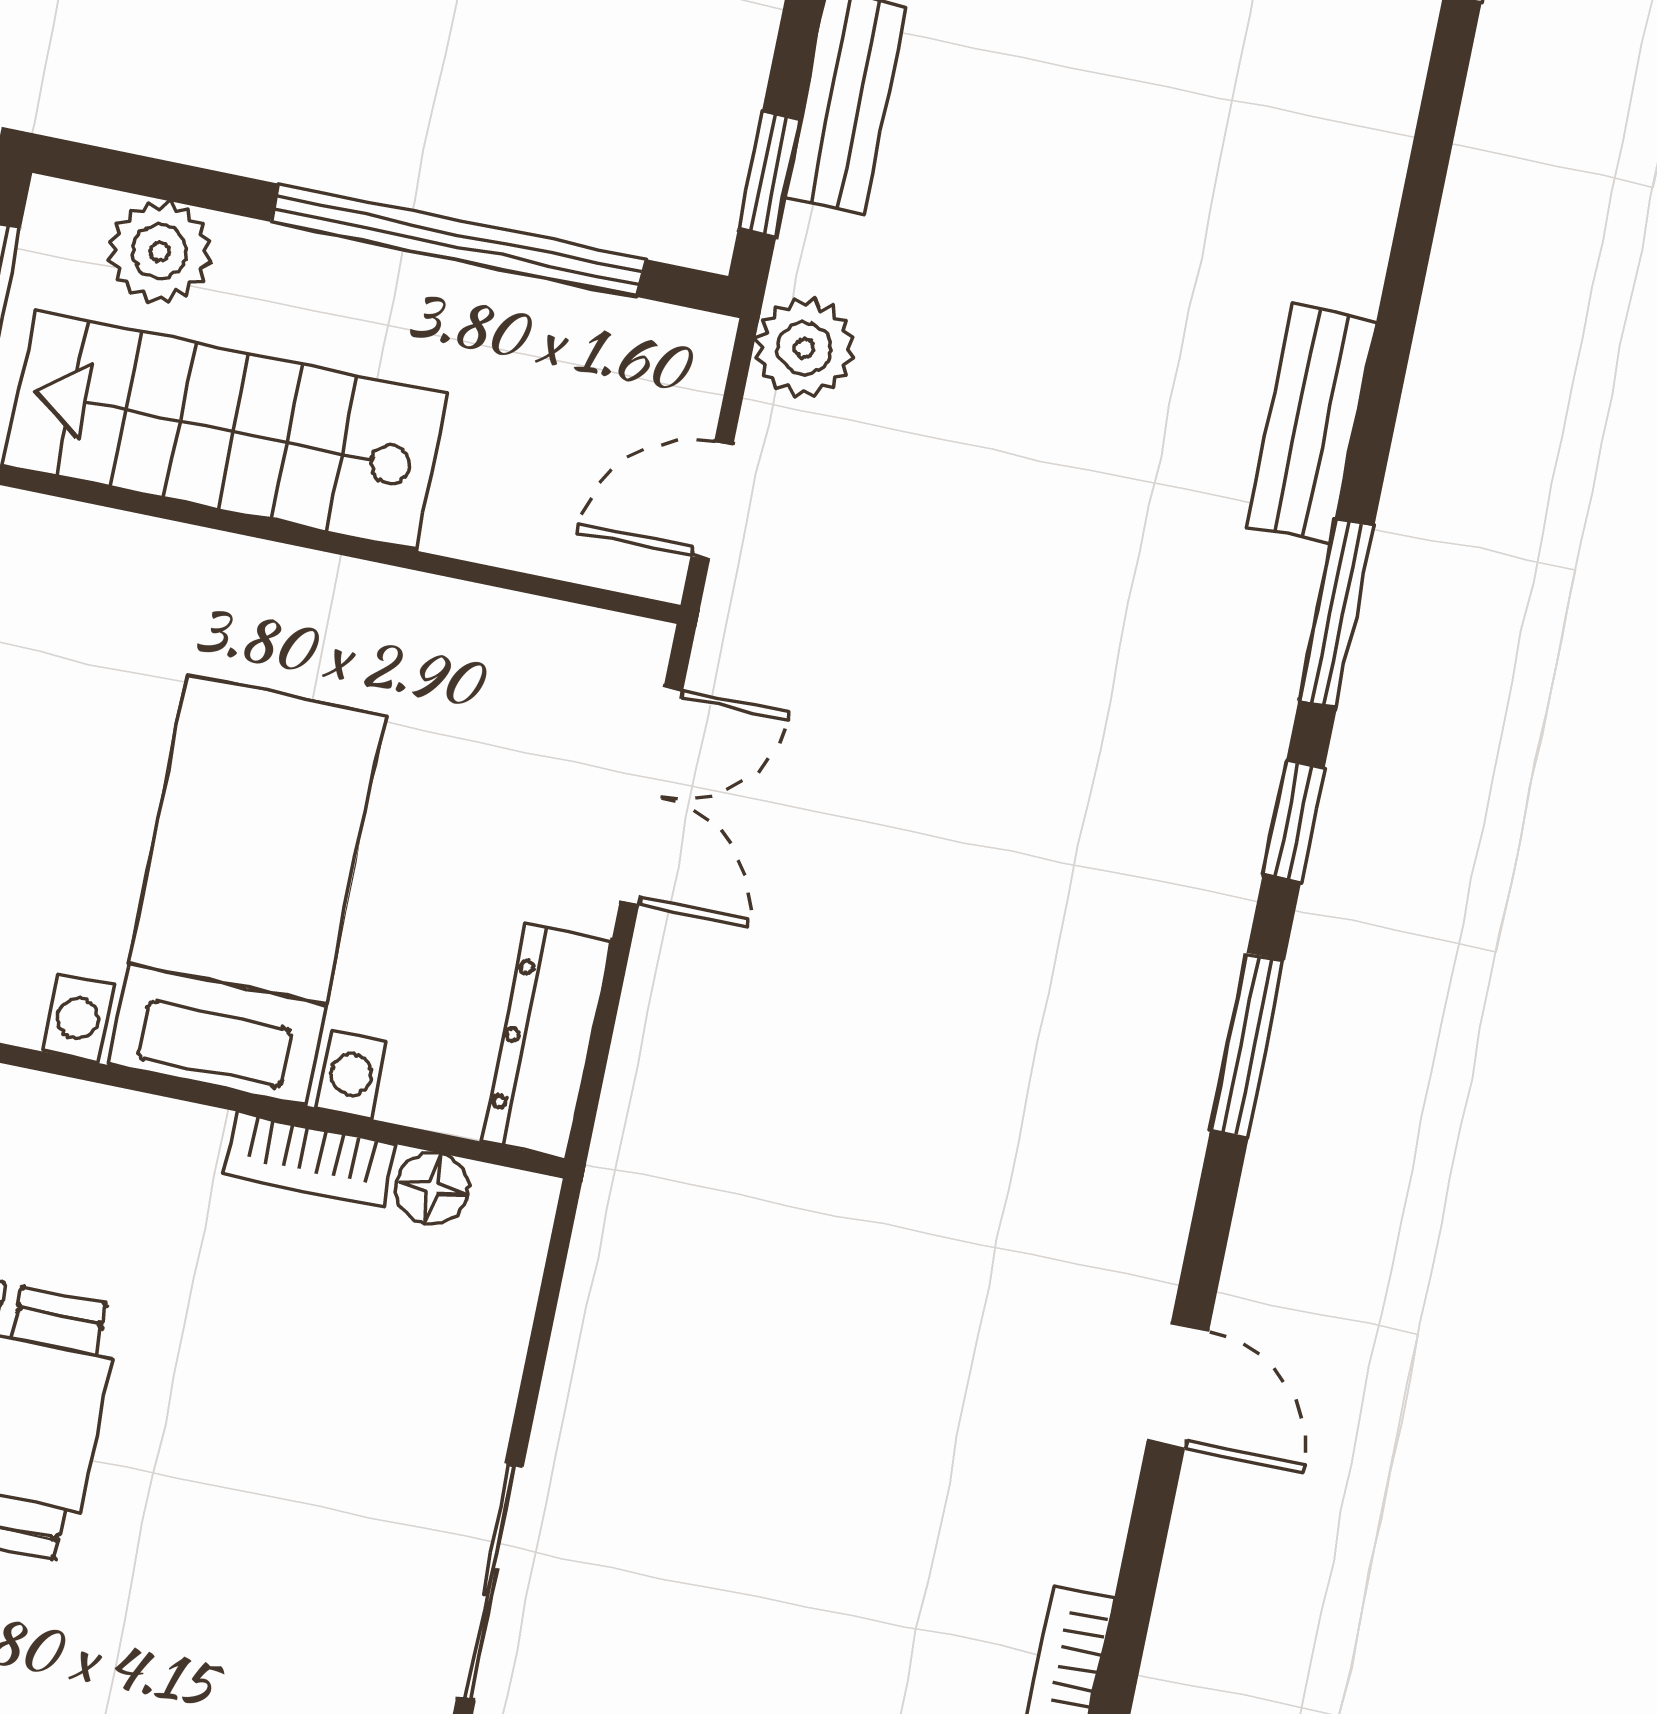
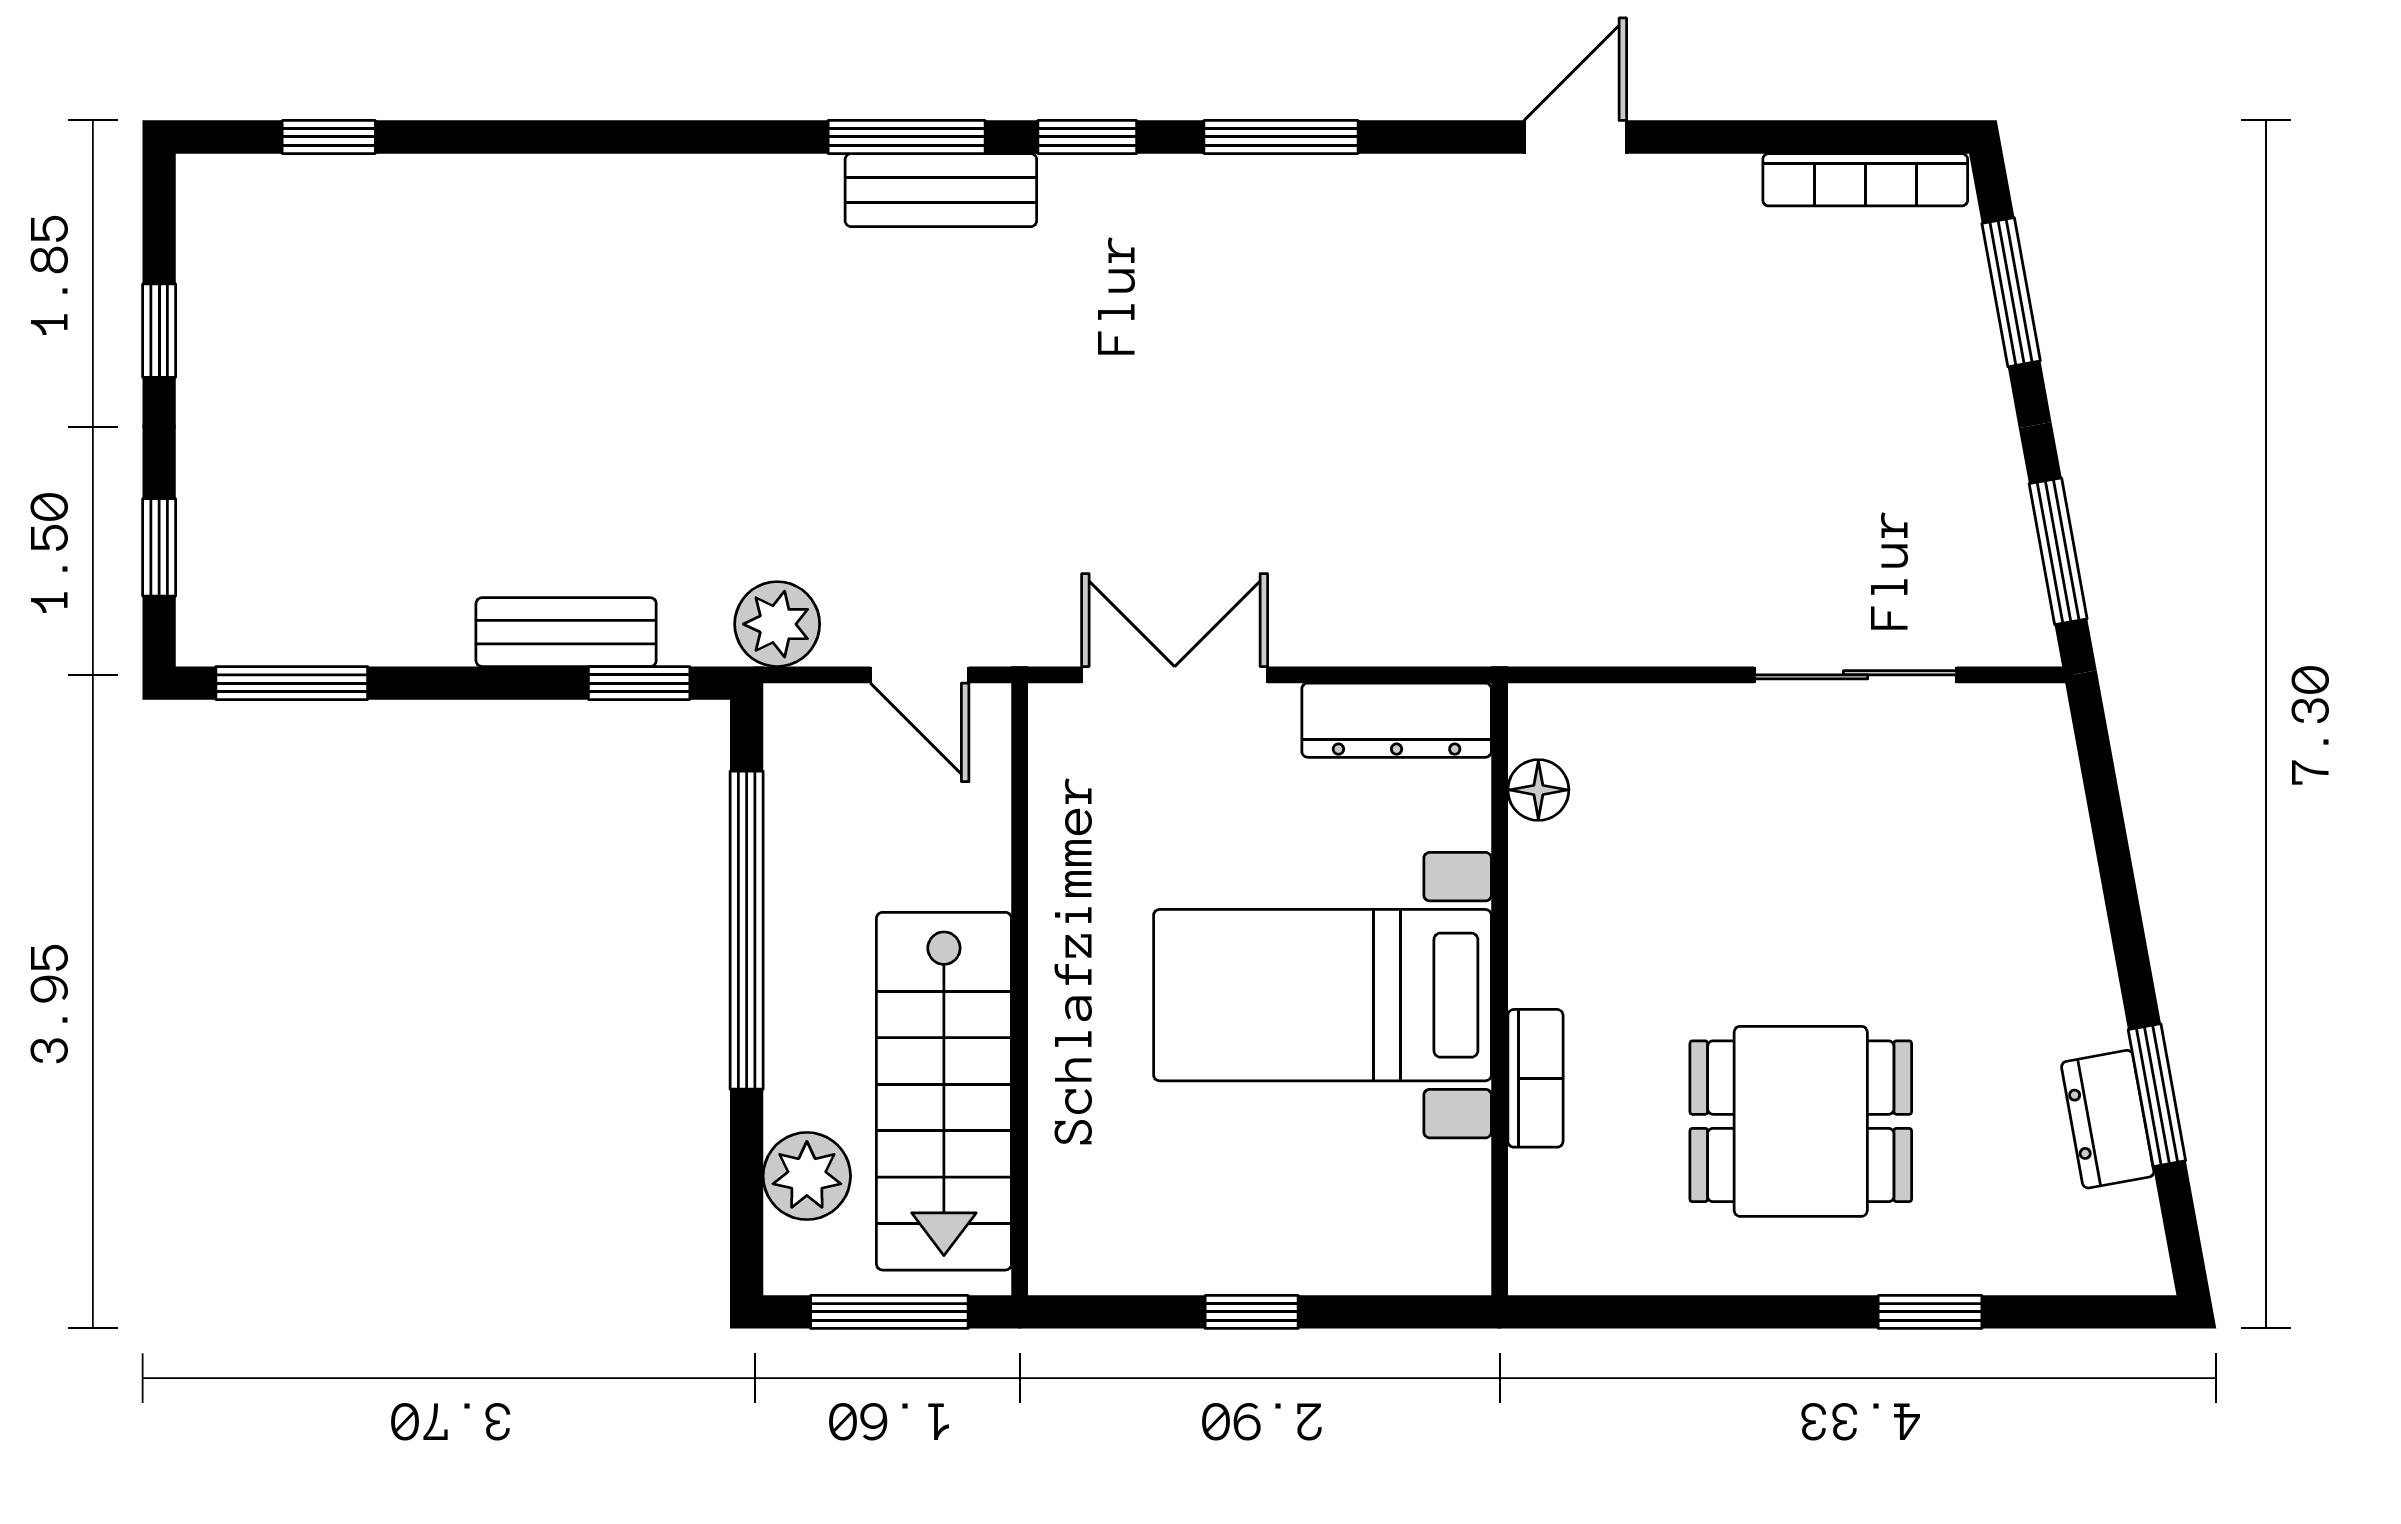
bench: (1311, 423) -> (941, 190), moved
bookcase: (310, 1160) -> (1535, 1078), moved

